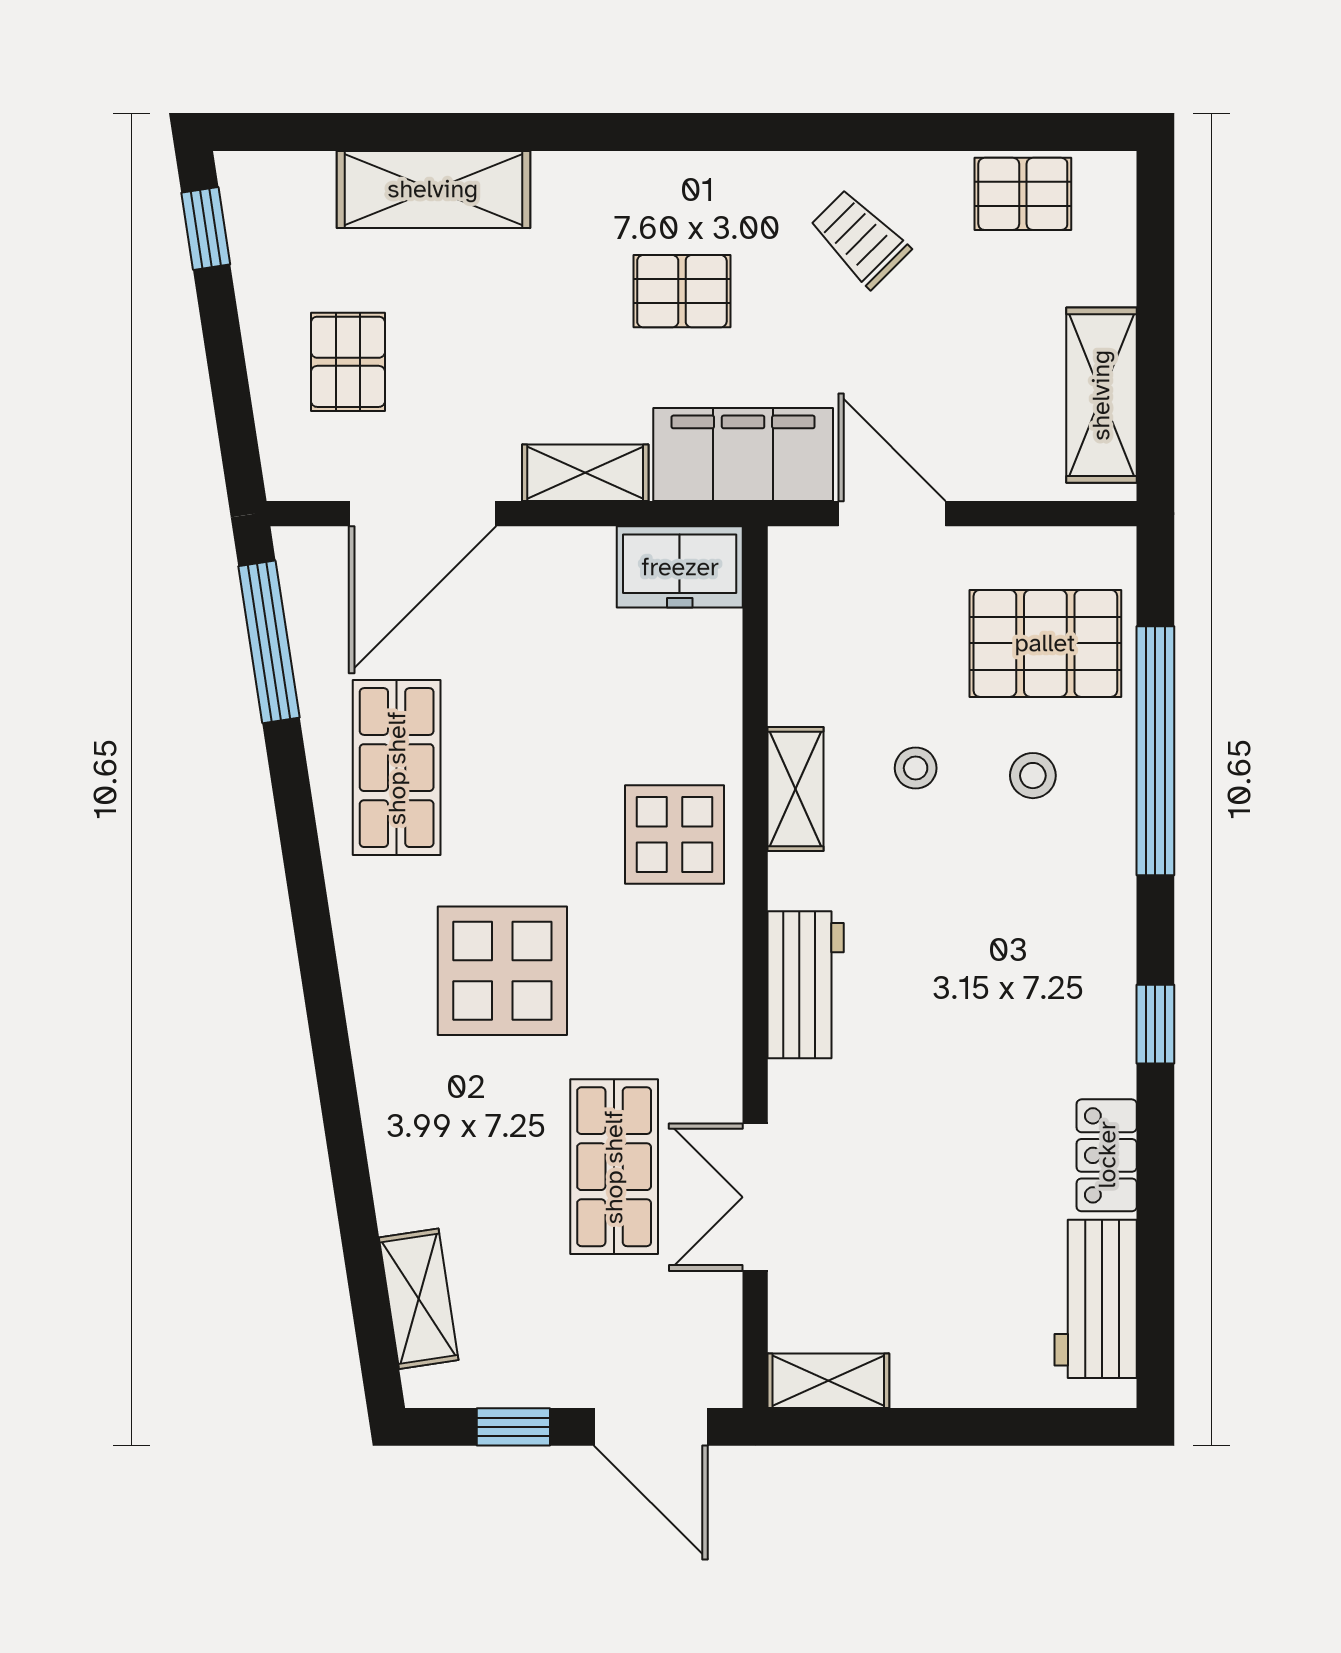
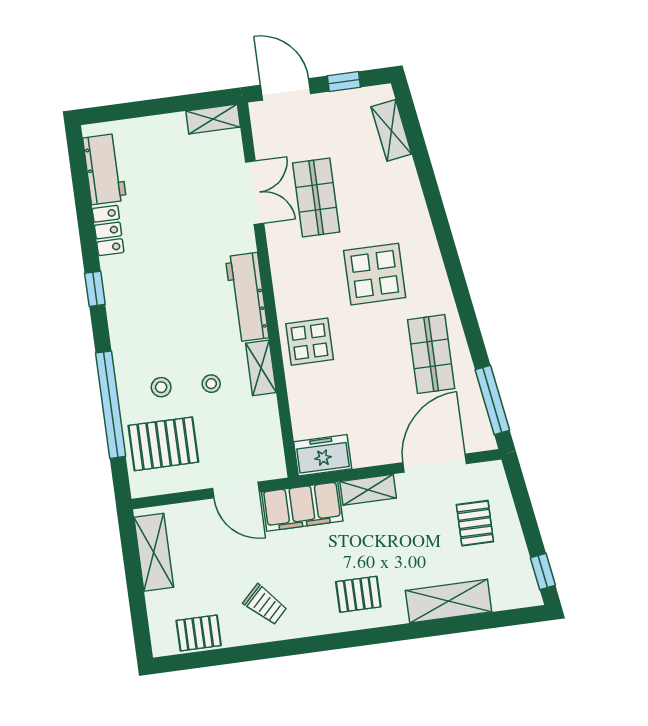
pallet: (682, 291) -> (358, 594), moved
workbench: (806, 985) -> (247, 297), width x1.38

